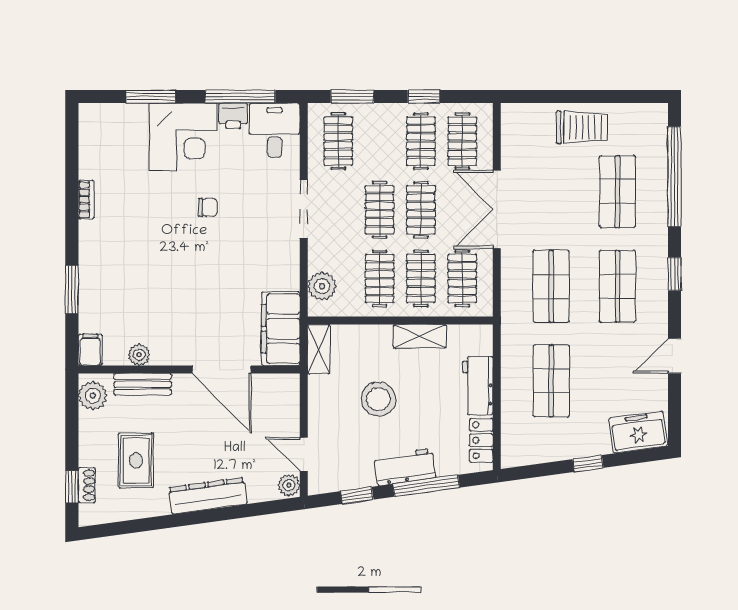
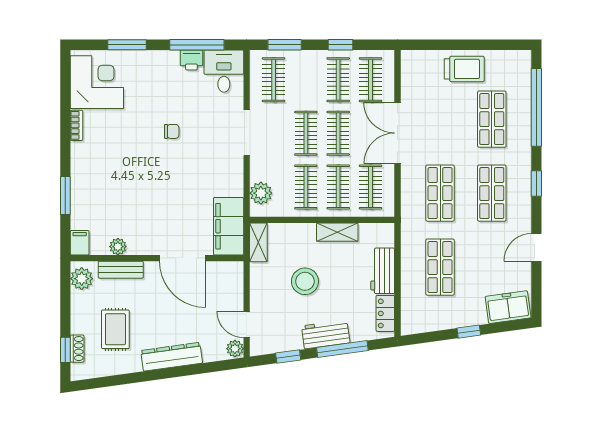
corner desk: (183, 137) -> (97, 82), moved, turned -90

